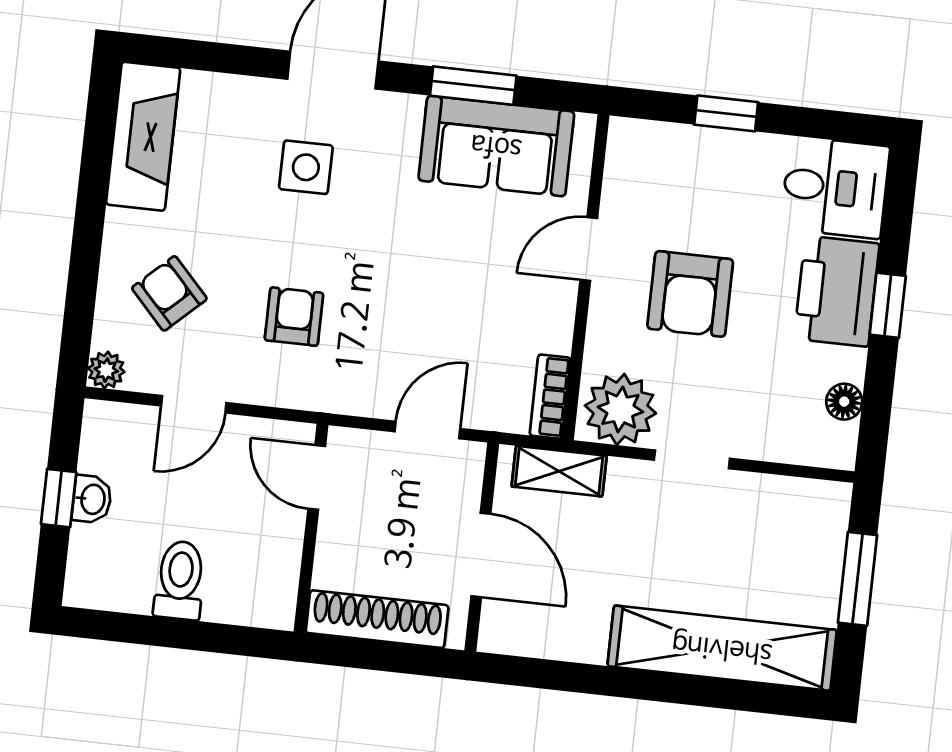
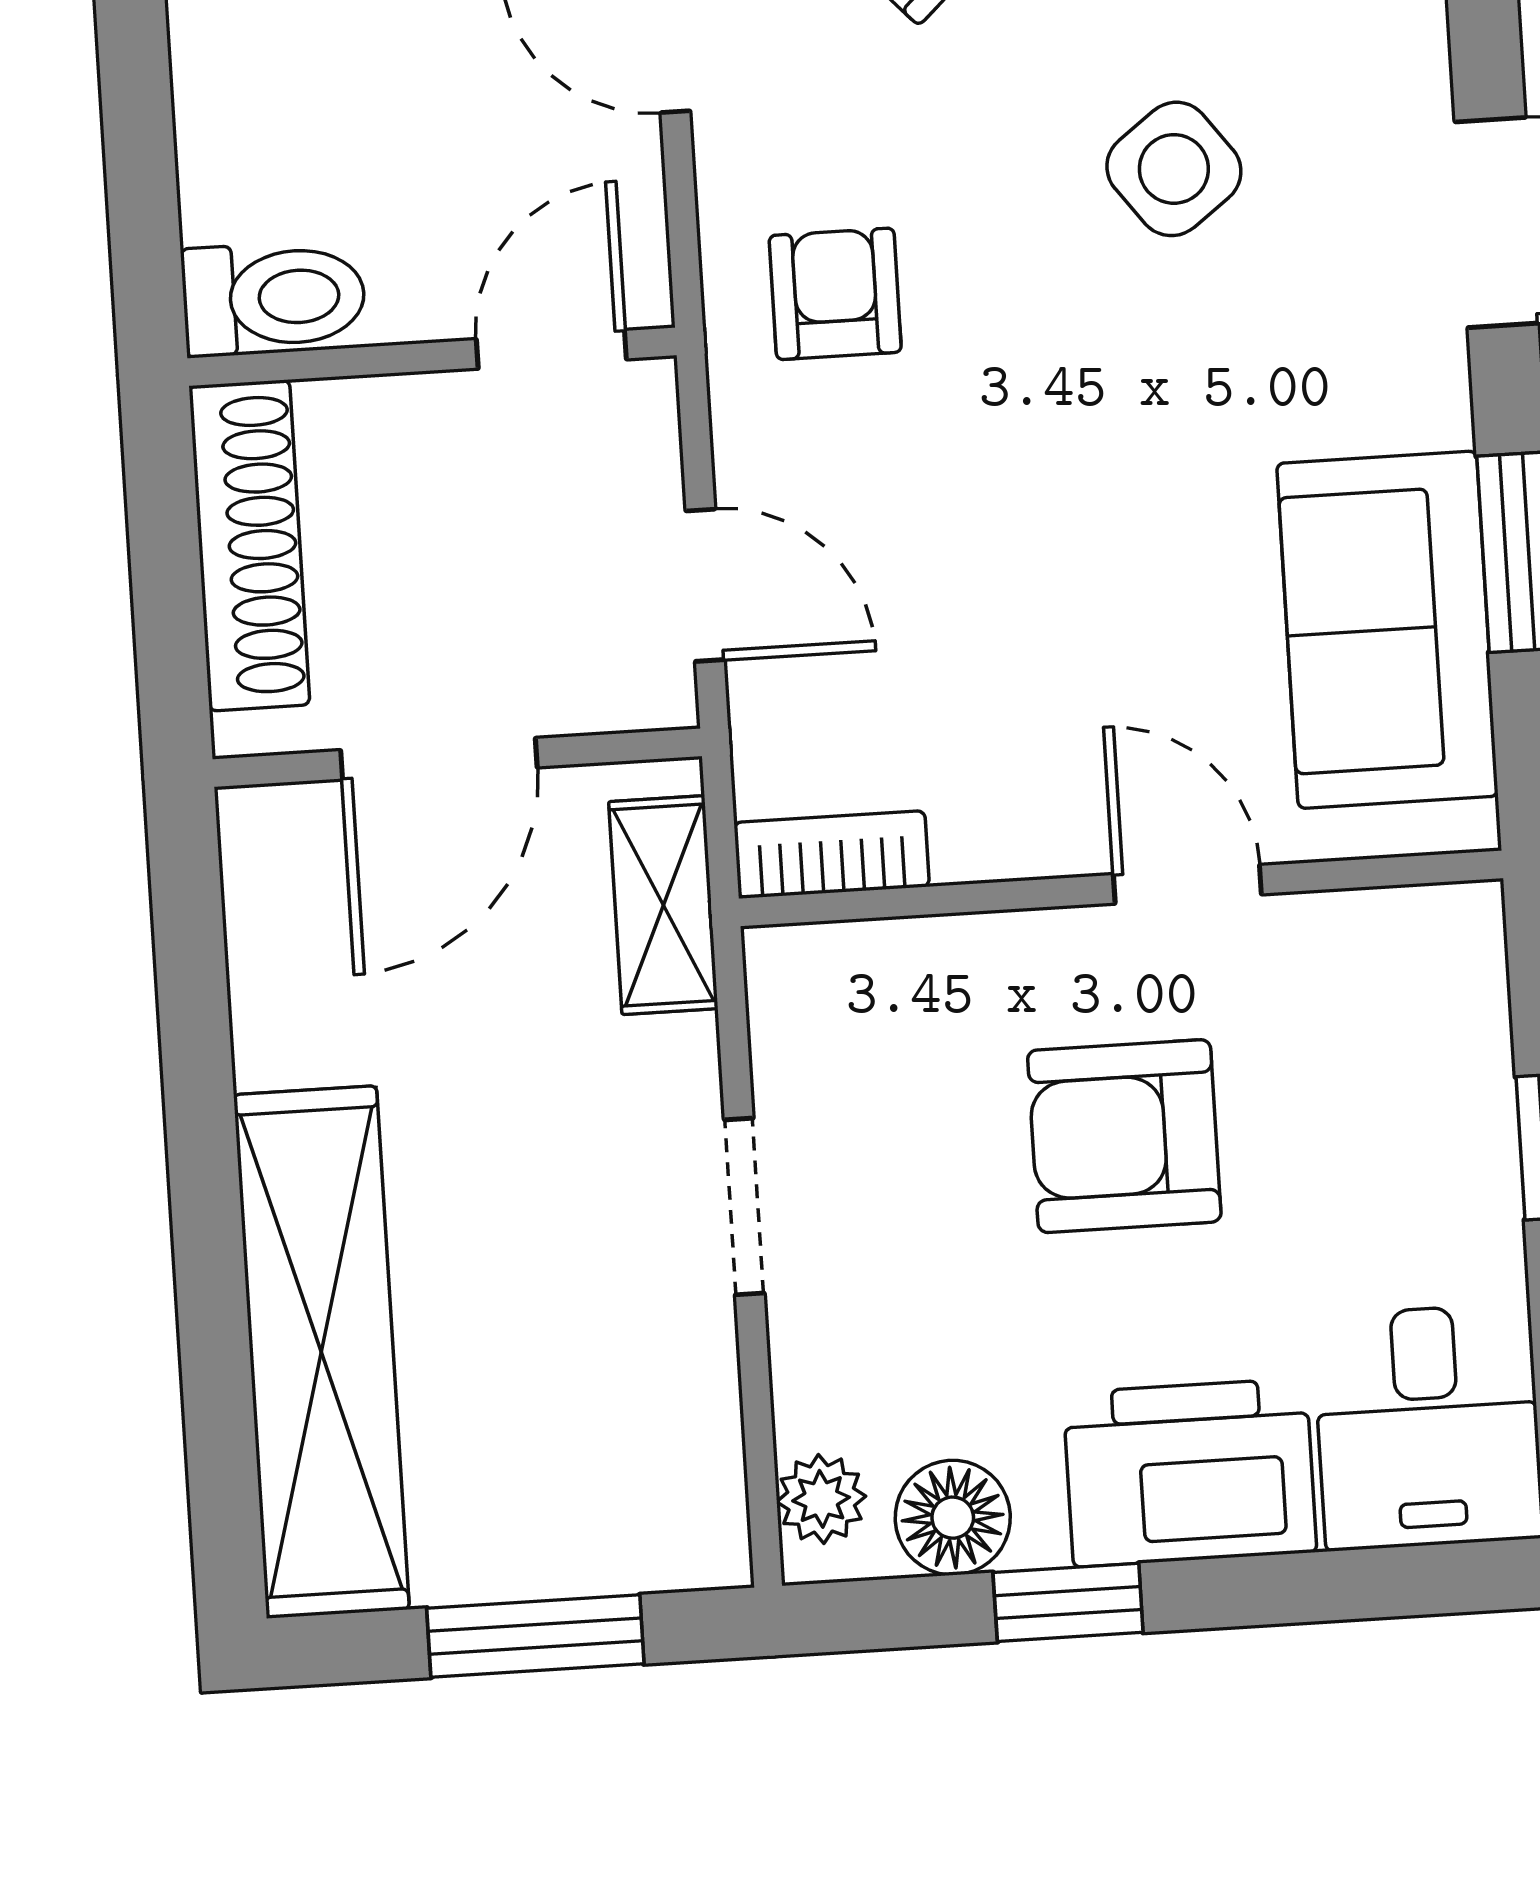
side table: (306, 167) -> (1174, 169), moved, turned -37
window: (888, 305) -> (1068, 1602), moved
armchair: (294, 317) -> (835, 294), moved, turned -90
floor lamp: (844, 402) -> (953, 1518), width x1.37, depth x1.37
plant: (620, 409) -> (821, 1499), moved, width x0.53, depth x0.53
toilet: (180, 580) -> (274, 298), moved

